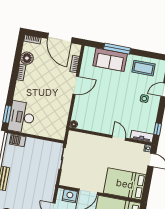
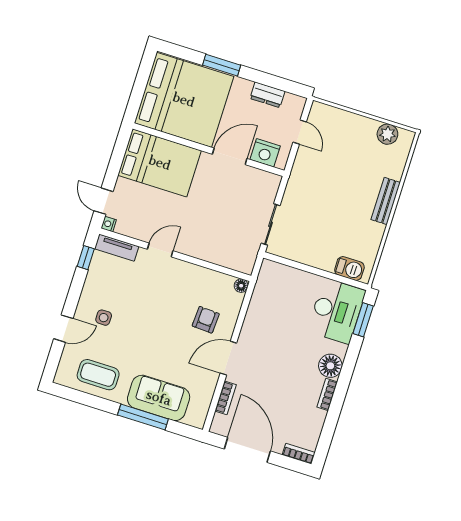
floor lamp: (27, 58) -> (330, 366), moved
armchair: (90, 104) -> (206, 320), added
door: (119, 138) -> (160, 250), swing flipped

